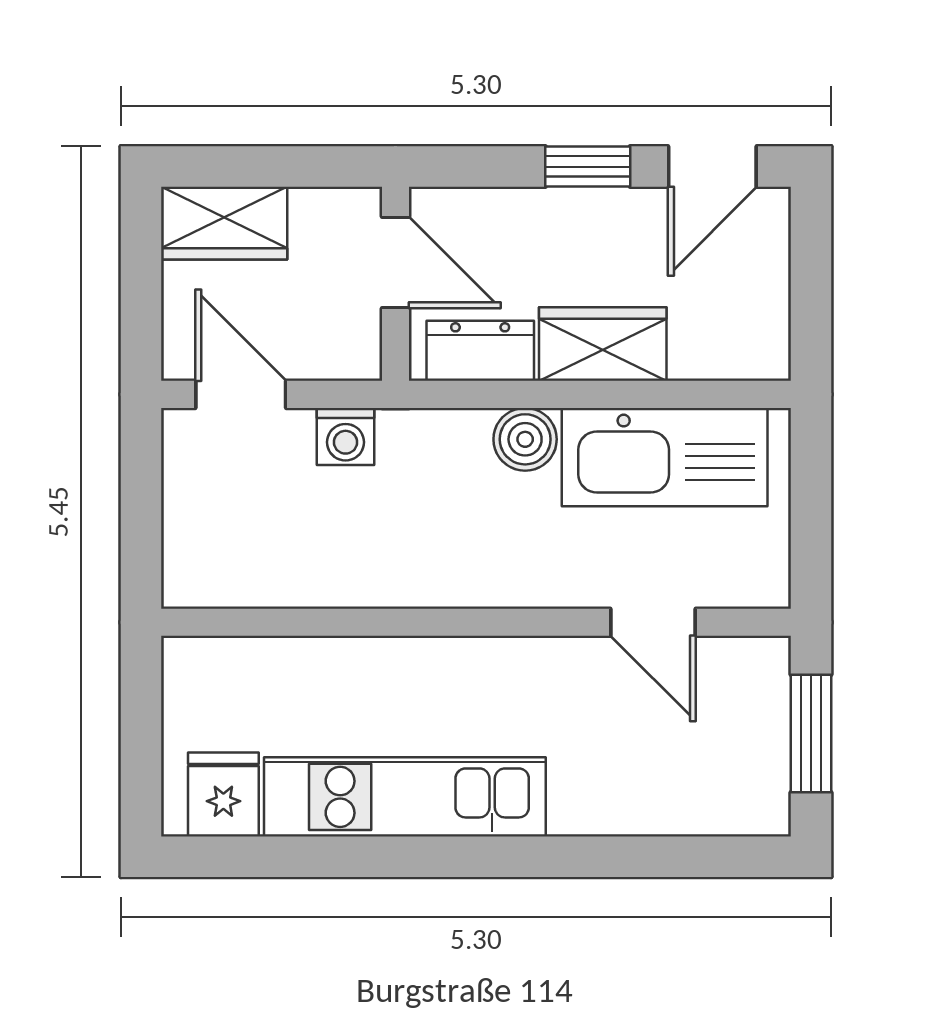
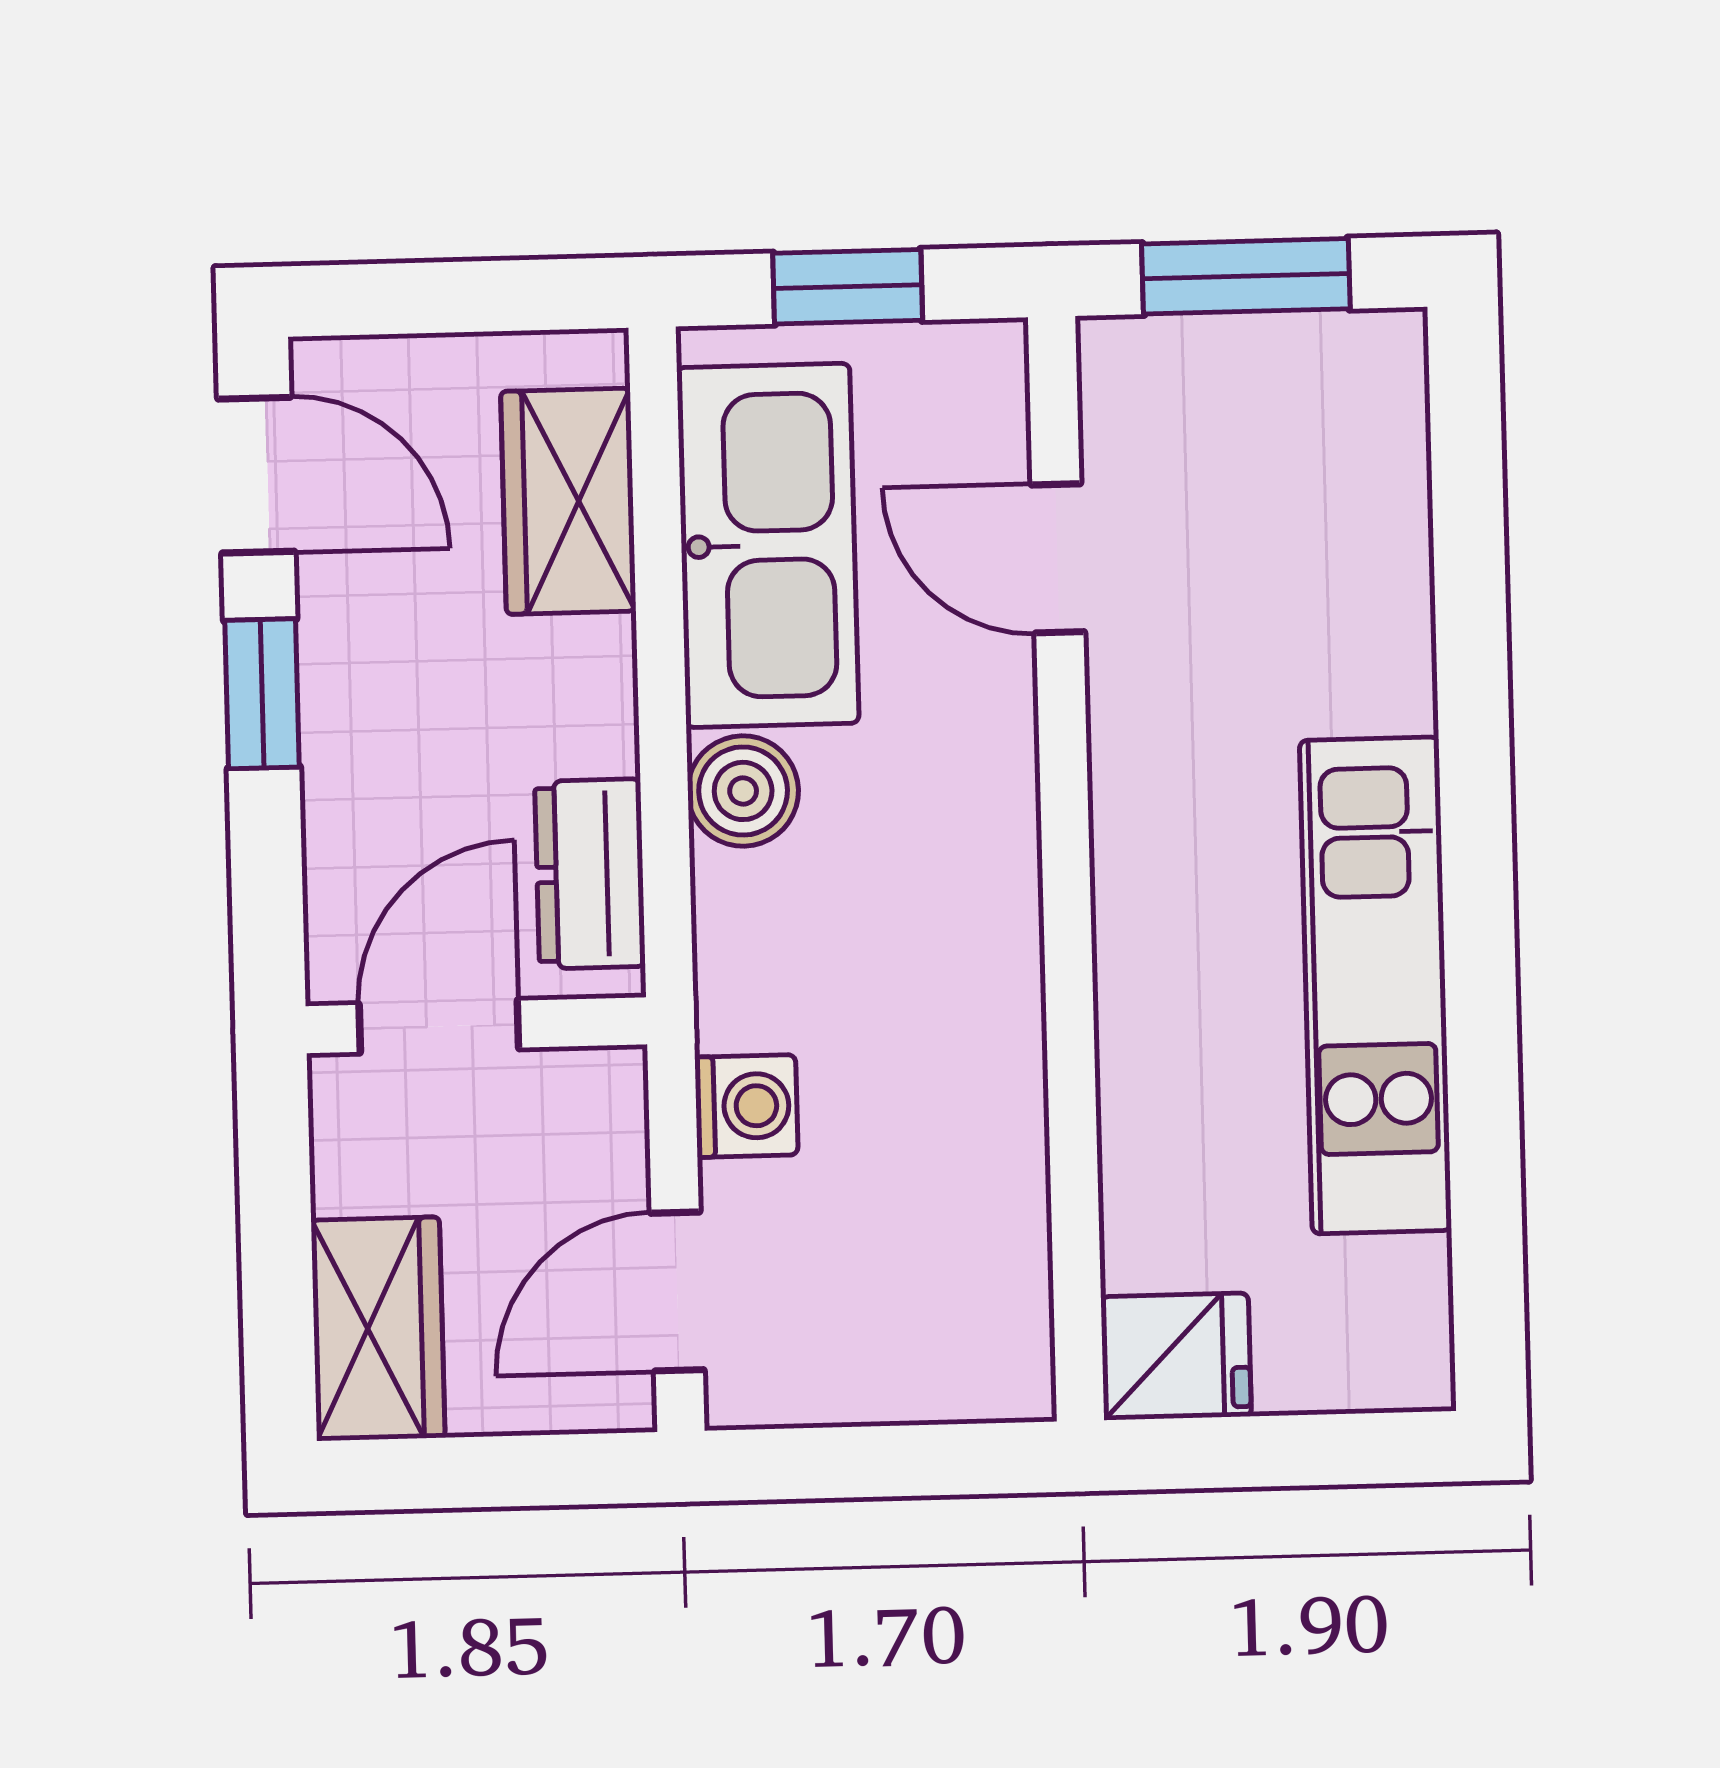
wardrobe: (603, 344) -> (568, 501), moved
window: (811, 506) -> (848, 287), added
door: (653, 622) -> (1058, 558), swing flipped
fridge: (223, 795) -> (1176, 1357), moved, turned 180

